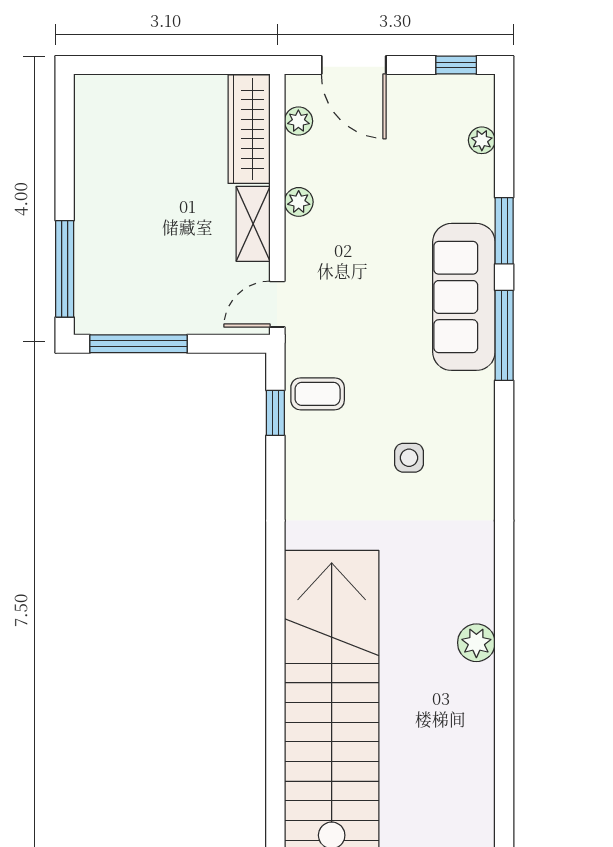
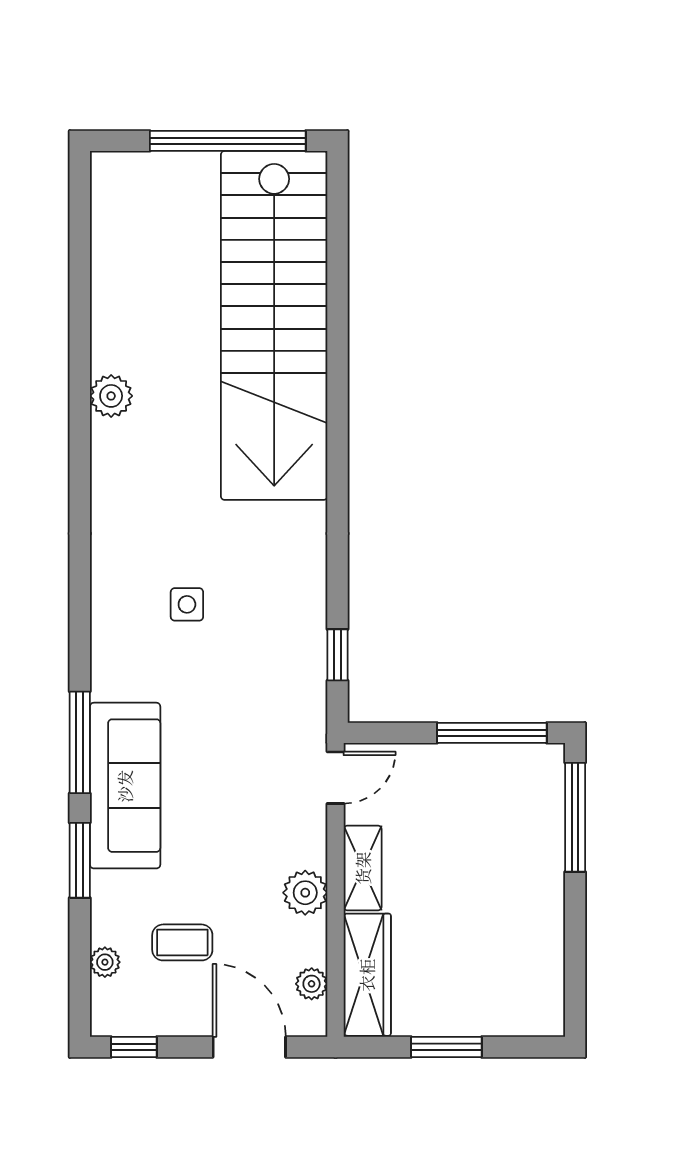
window: (179, 65) -> (446, 1047), added
plant: (299, 202) -> (305, 893), width x1.38, depth x1.38
coffee table: (318, 394) -> (182, 942), moved

